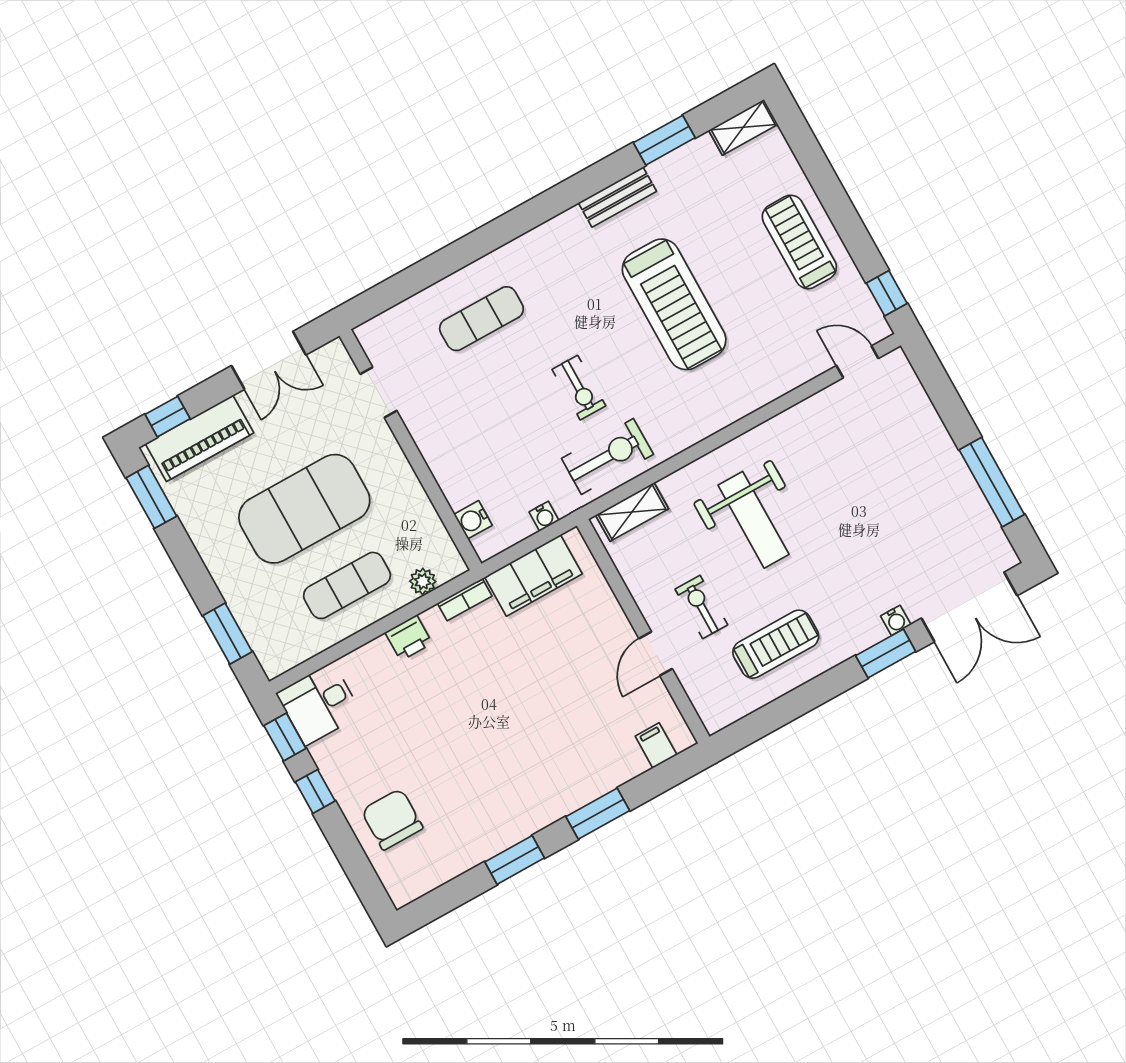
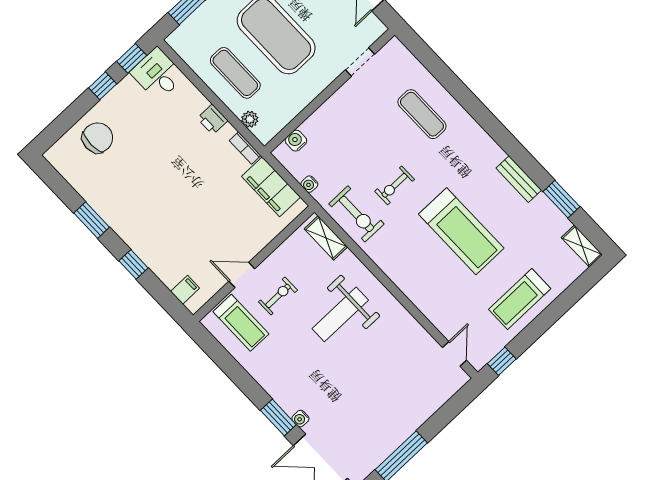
treadmill: (799, 242) -> (520, 299), turned 180
treadmill: (674, 304) -> (461, 231), turned -90
treadmill: (776, 644) -> (241, 323), moved
window: (598, 814) -> (134, 264), width x0.67

